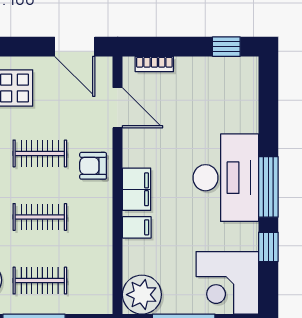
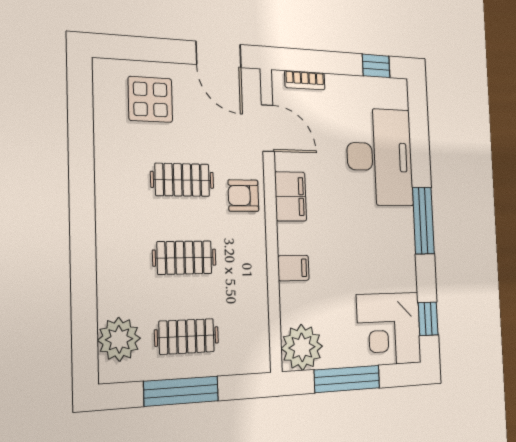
desk: (226, 178) -> (380, 157), moved
filing cabinet: (137, 189) -> (291, 196), moved
window: (268, 247) -> (428, 319), moved

